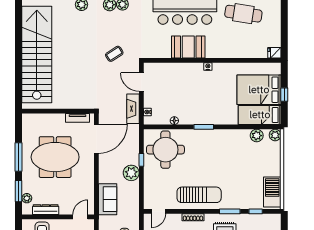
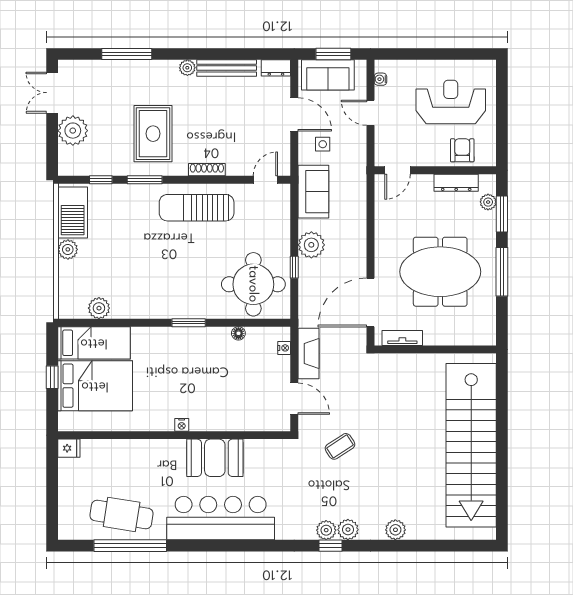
plant: (275, 135) -> (68, 249), moved
sofa: (108, 199) -> (313, 192), moved, turned 180

